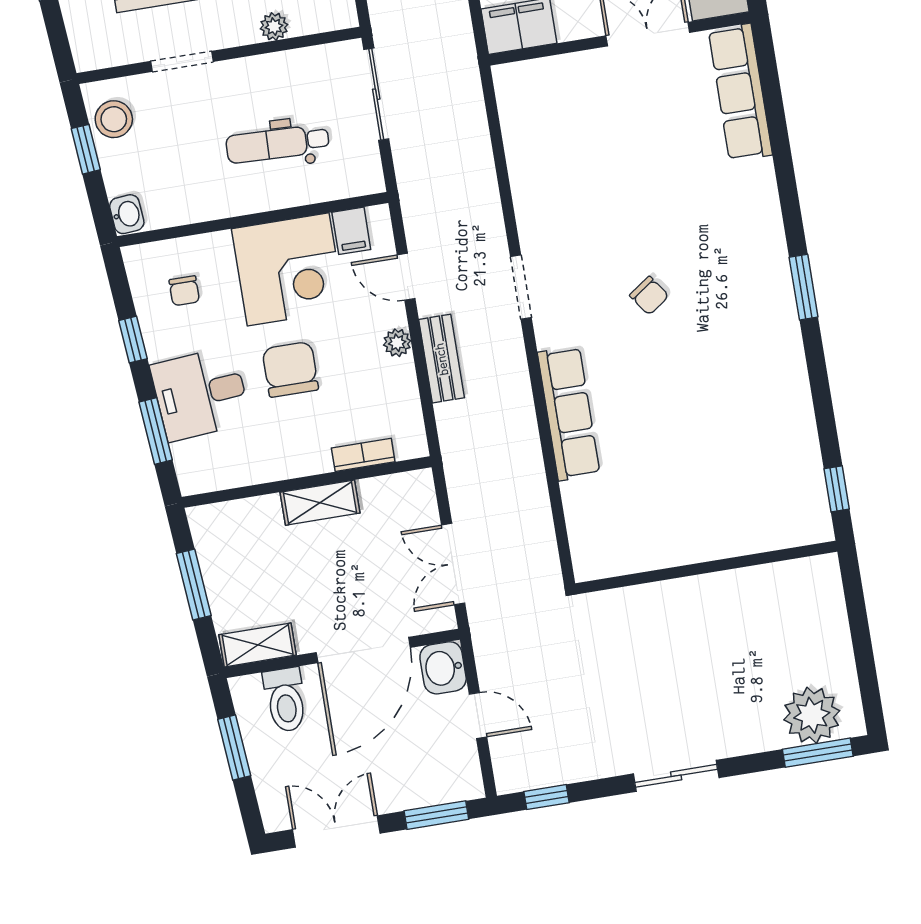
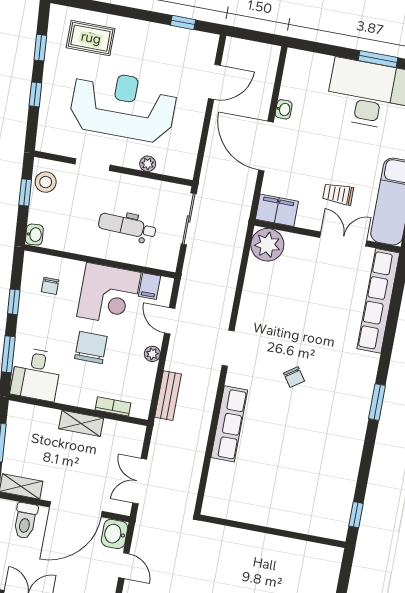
plant: (524, 90) -> (267, 245), added
row of seats: (740, 92) -> (378, 301), width x1.36
bench: (442, 359) -> (168, 396), moved
desk: (201, 394) -> (36, 374), moved, turned -85

